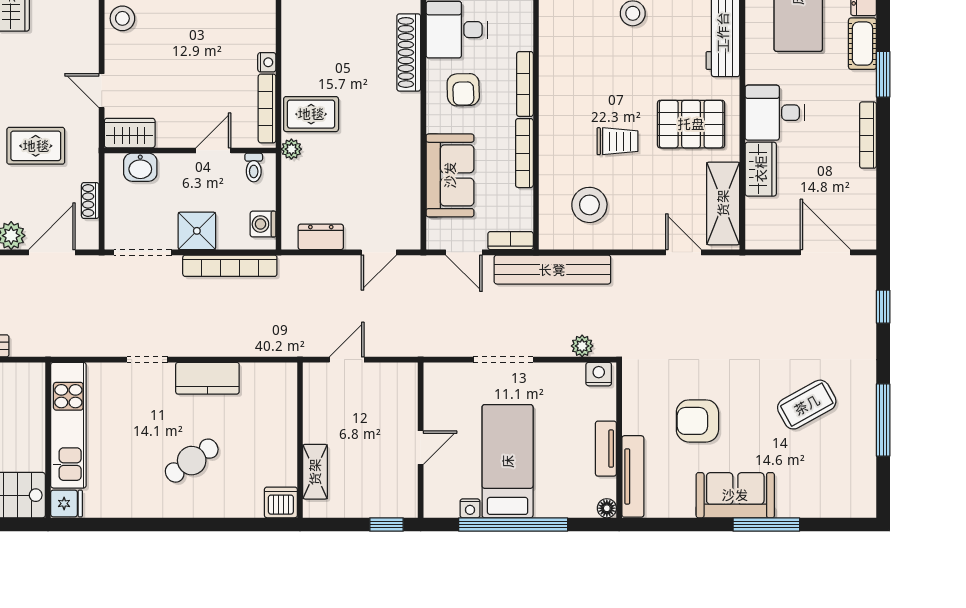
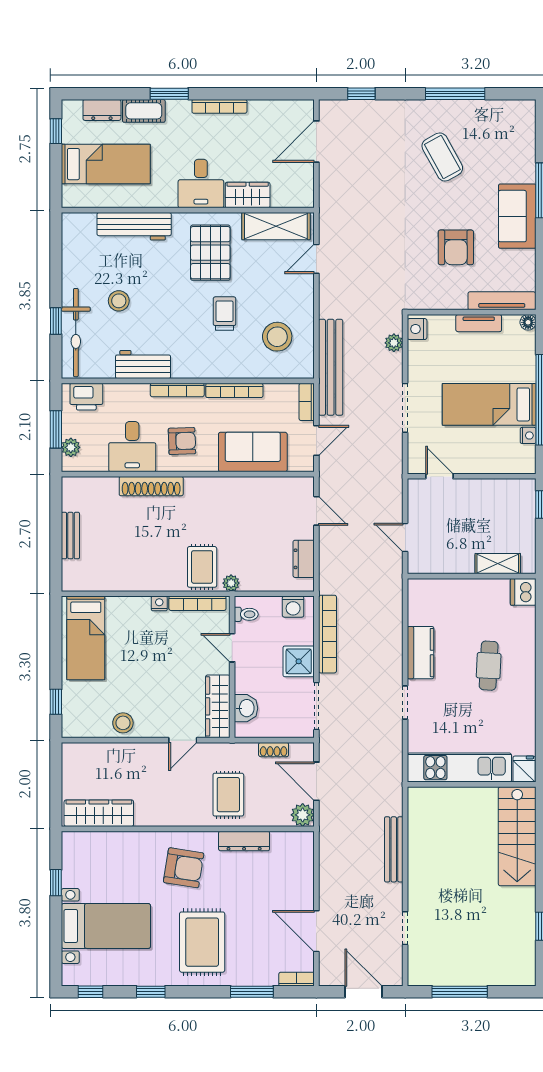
workbench: (556, 43) -> (143, 365), added
wardrobe: (130, 133) -> (218, 706), width x1.50
door: (421, 448) -> (439, 476), moved
cafe table: (192, 461) -> (489, 666), turned 38

